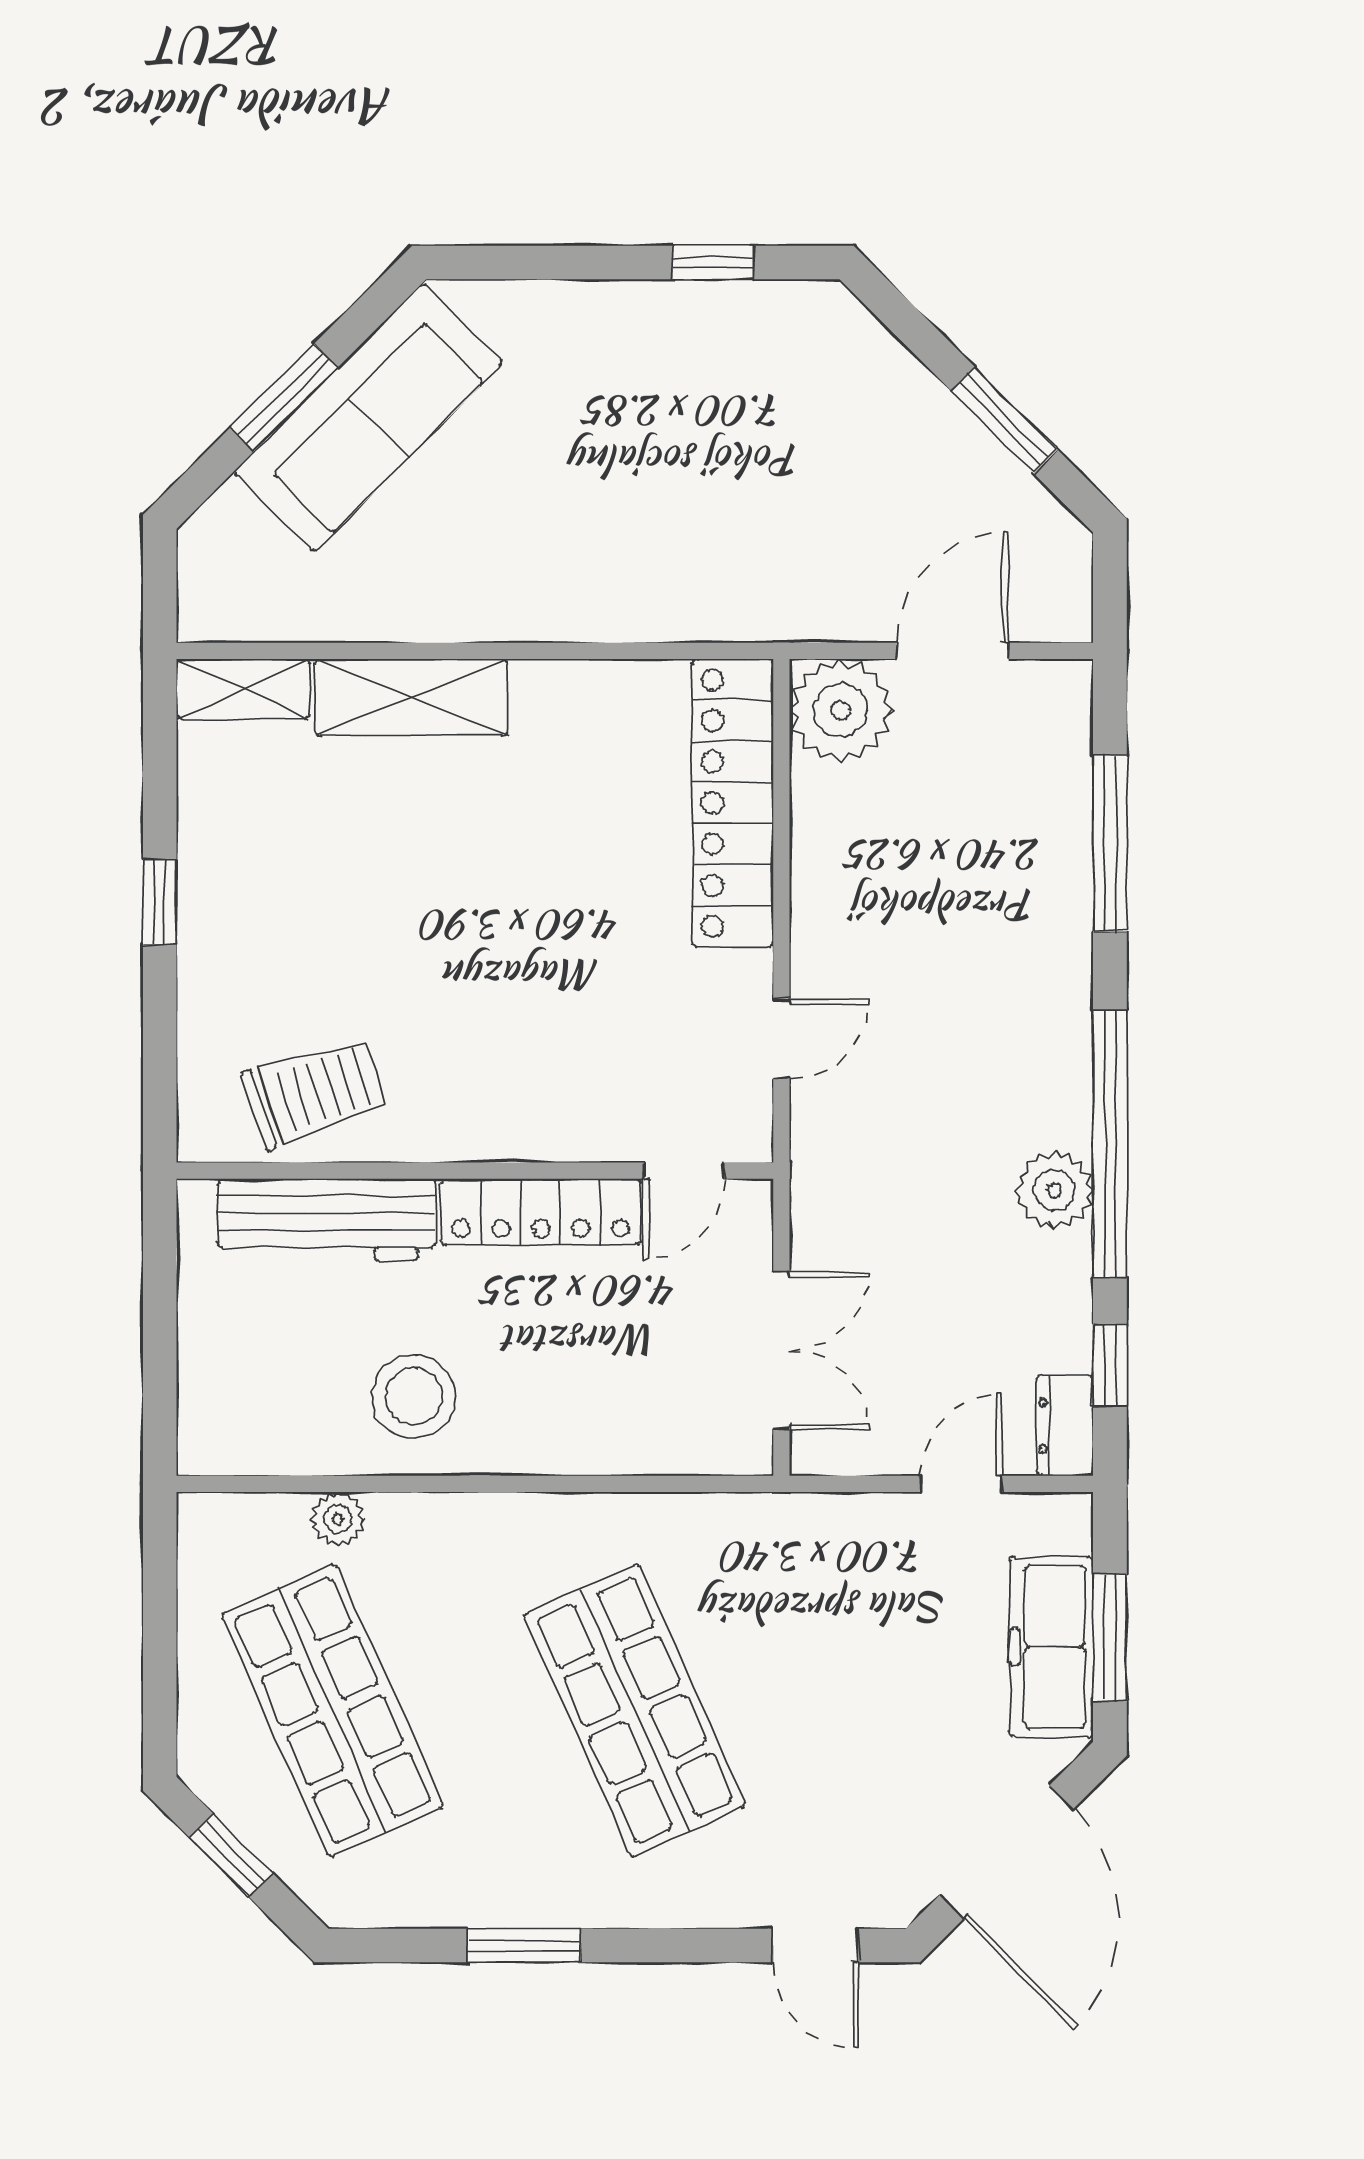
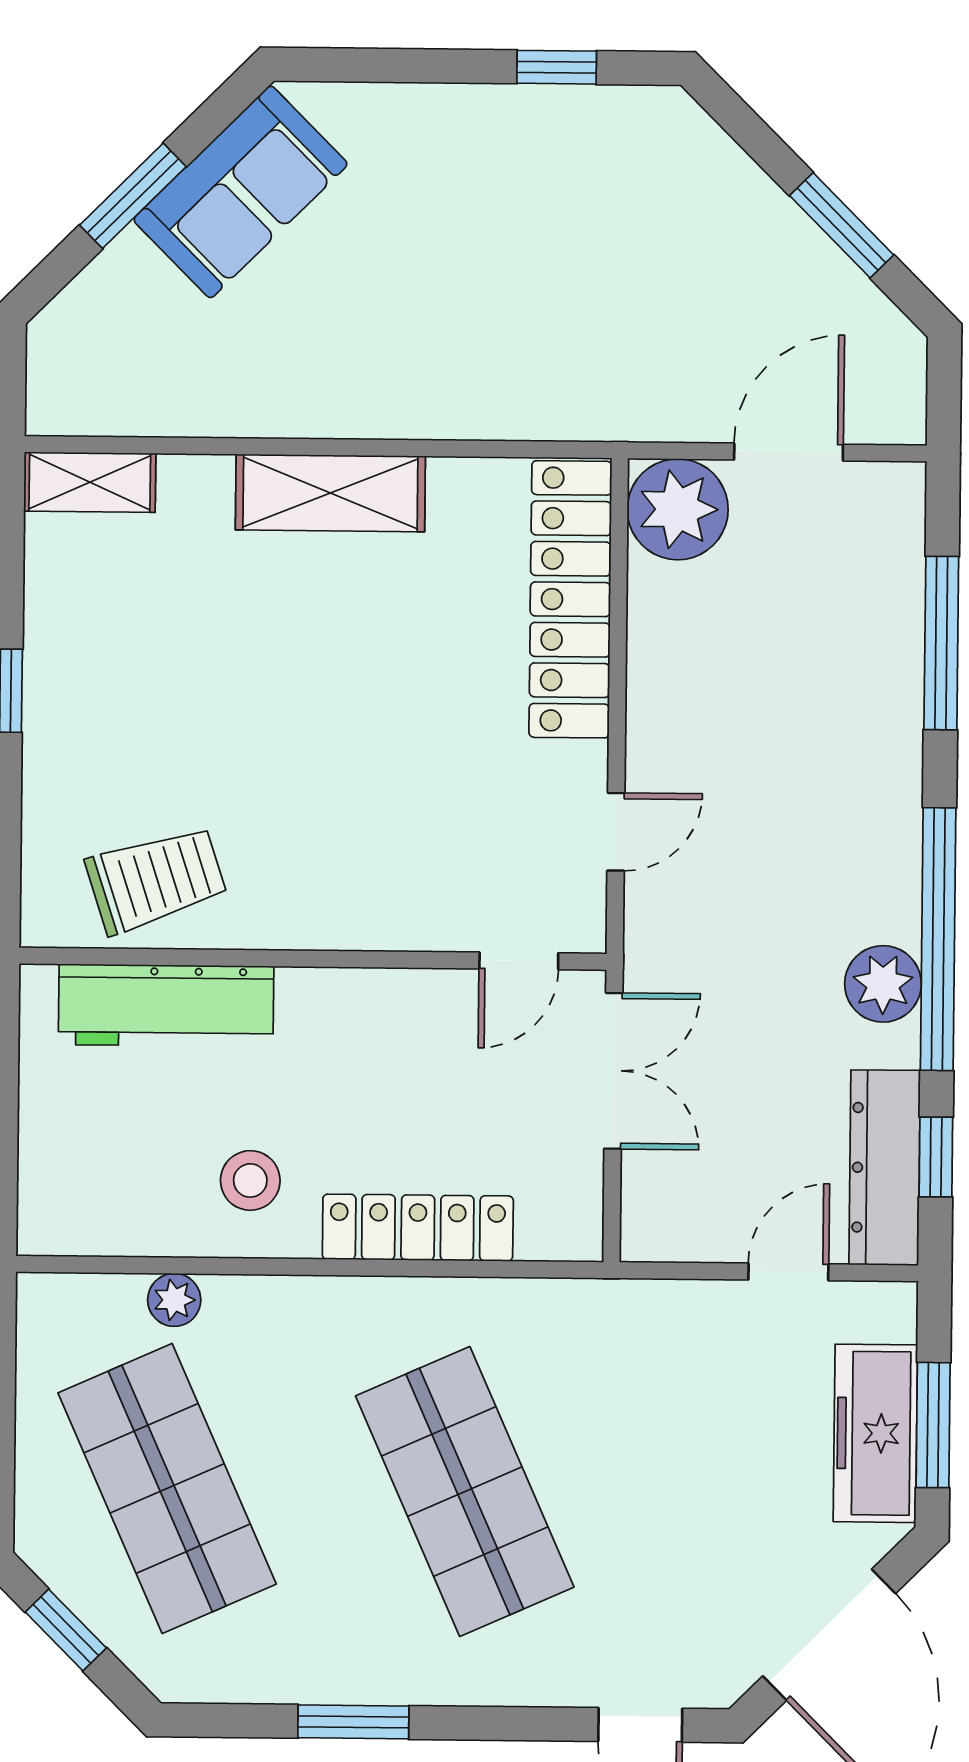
sofa: (368, 418) -> (241, 192), width x0.73
shelving: (411, 697) -> (330, 493), moved
locker: (541, 1212) -> (418, 1228), moved, turned 180
double door: (781, 1350) -> (613, 1071), moved
stool: (414, 1397) -> (250, 1180), width x0.73, depth x0.73
dresser: (1065, 1425) -> (885, 1168), width x1.96, depth x1.24

